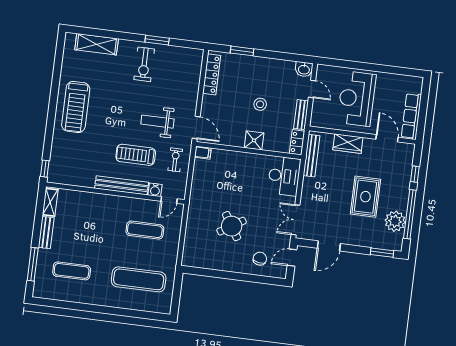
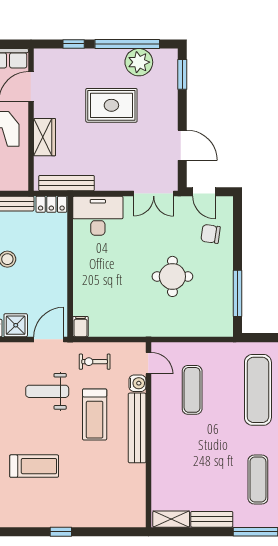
treadmill: (76, 107) -> (34, 466), moved, width x0.73, depth x0.73
weight bench: (157, 122) -> (47, 391), turned 90
shower: (254, 140) -> (16, 325), moved
window: (45, 169) -> (61, 532), moved
round table: (232, 226) -> (172, 276), turned 32
window: (213, 273) -> (237, 293), added

